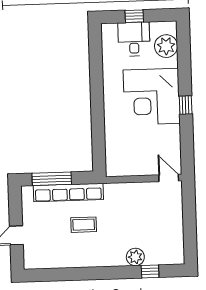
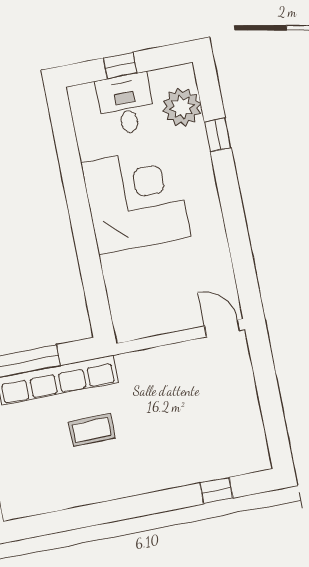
corner desk: (152, 97) -> (136, 200), moved, turned 180
window: (186, 105) -> (218, 135), moved
plant: (135, 257) -> (188, 470), removed

